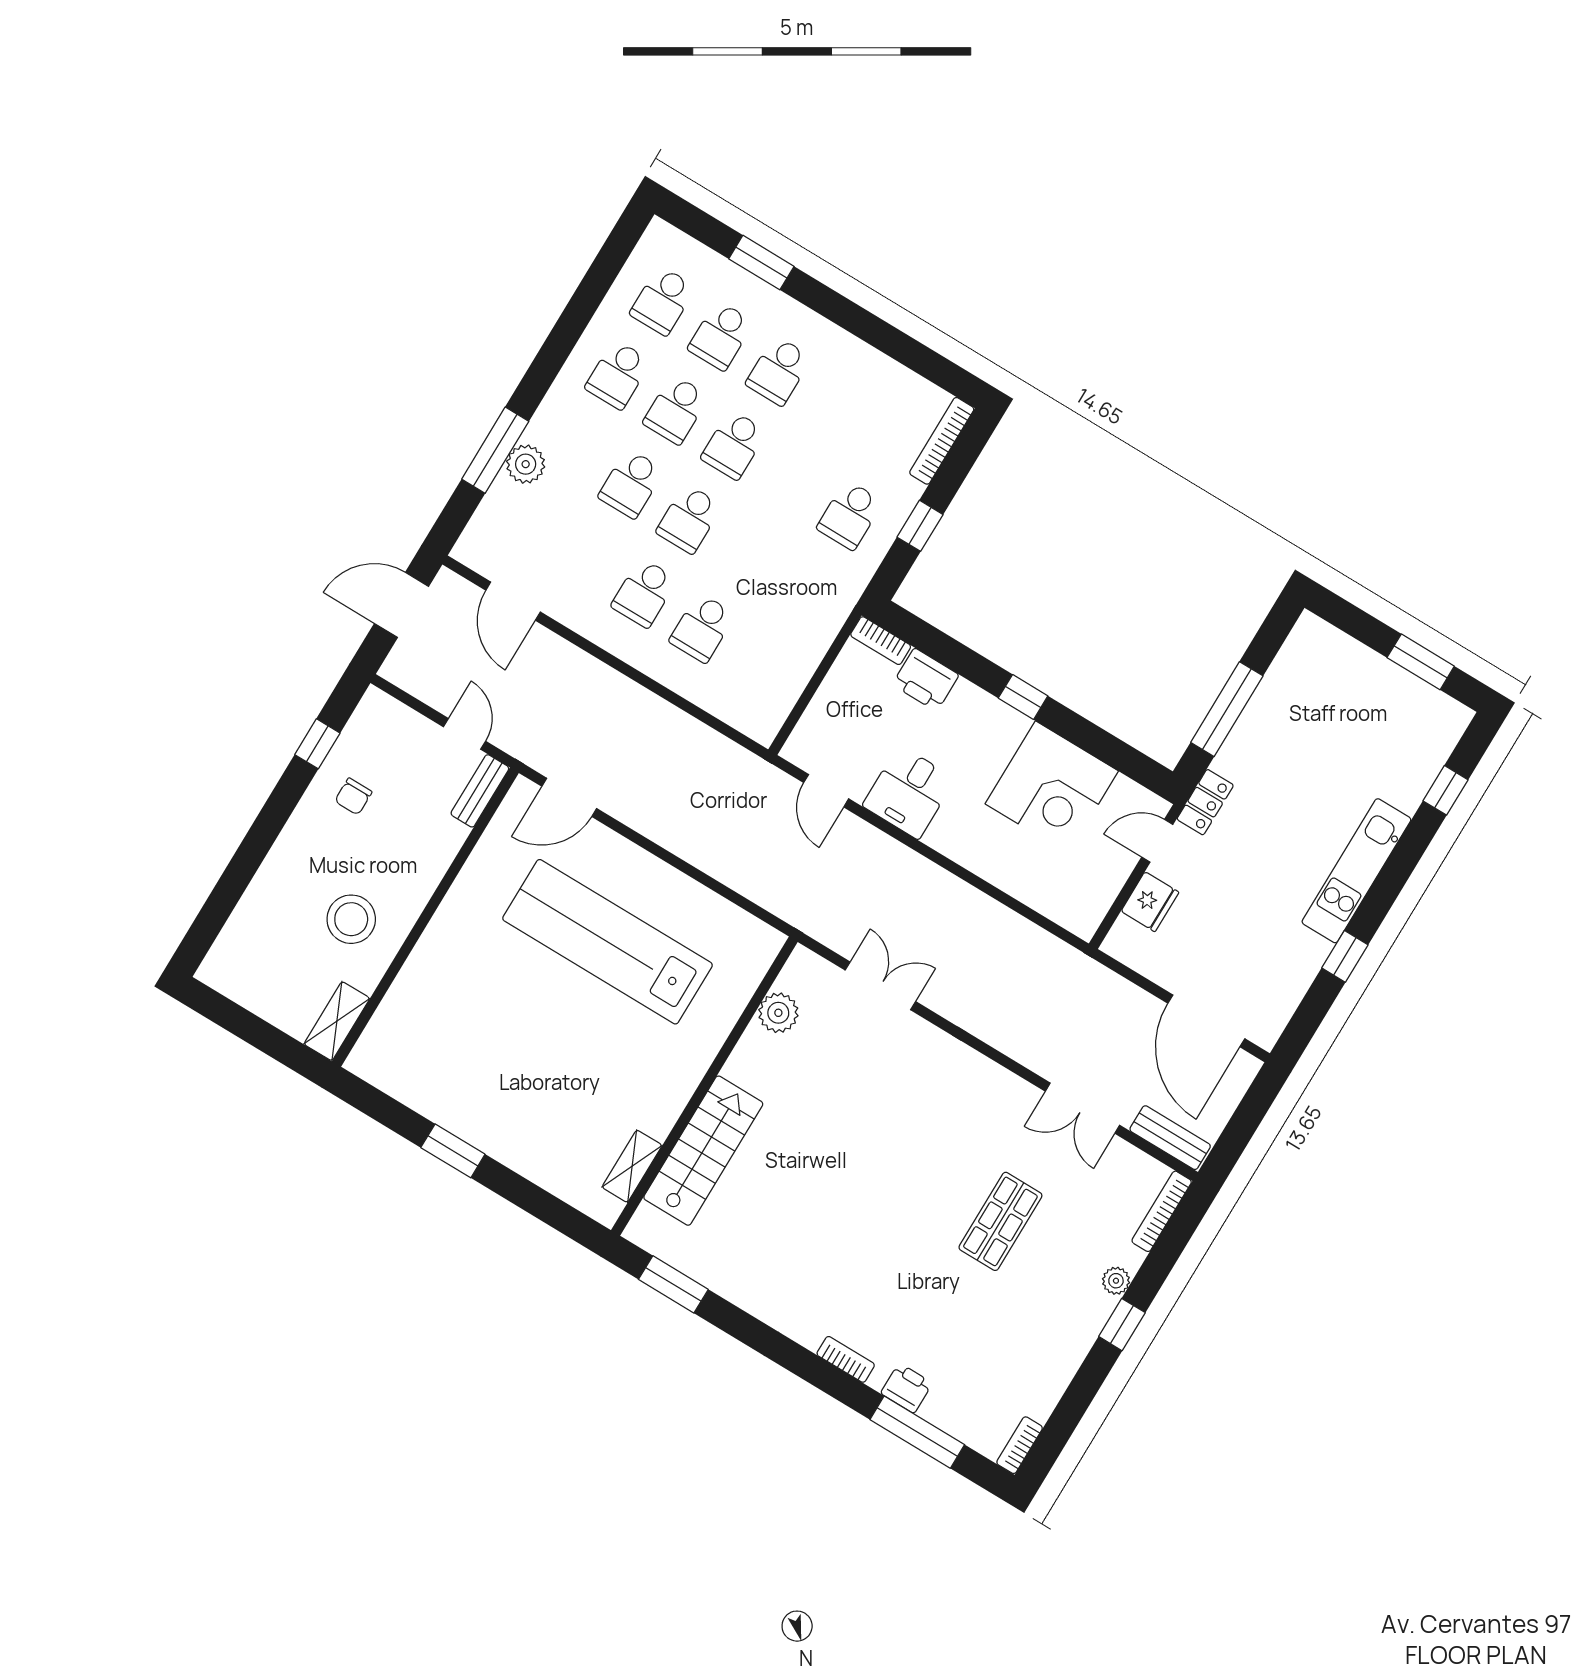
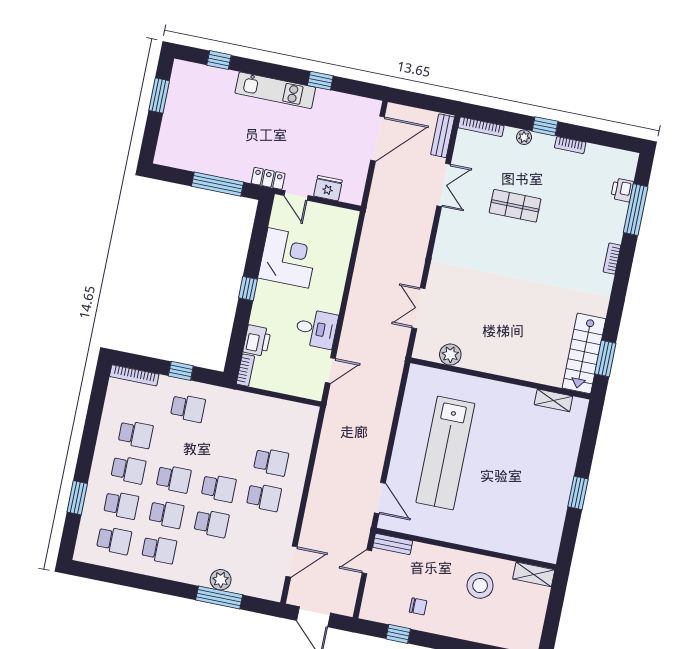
school desk: (837, 406) -> (136, 434), added
stairs: (703, 1151) -> (584, 353), moved, turned -90
printer: (907, 1388) -> (622, 190), moved
bookcase: (1020, 1445) -> (570, 145), moved

